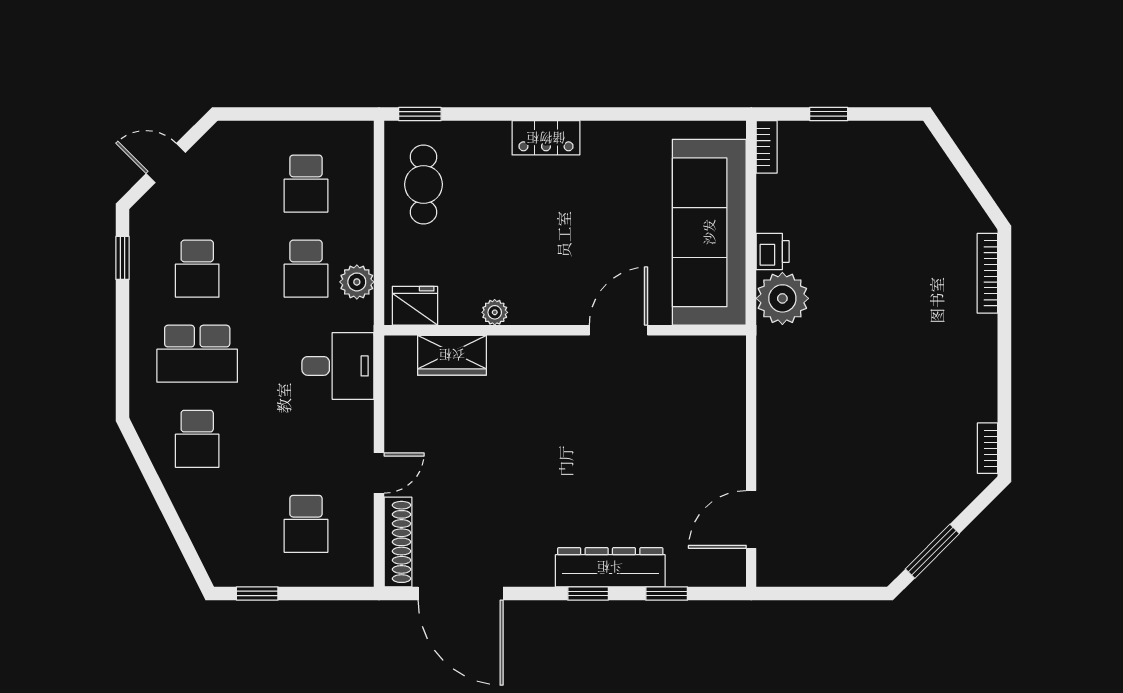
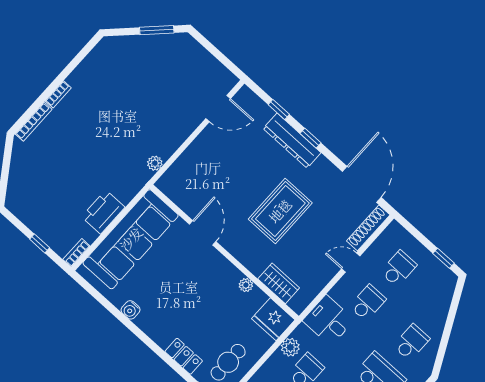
water cooler: (622, 135) -> (131, 310), added
locker: (546, 138) -> (184, 356), moved
printer: (773, 252) -> (103, 212), width x1.87, depth x1.48
plant: (782, 298) -> (155, 163), moved, width x0.53, depth x0.53
fridge: (415, 306) -> (273, 319), width x1.36, depth x1.34
door: (618, 330) -> (203, 233), swing flipped
school desk: (306, 439) -> (368, 303), added
bookcase: (988, 448) -> (58, 94), moved
rug: (539, 456) -> (280, 211), added

